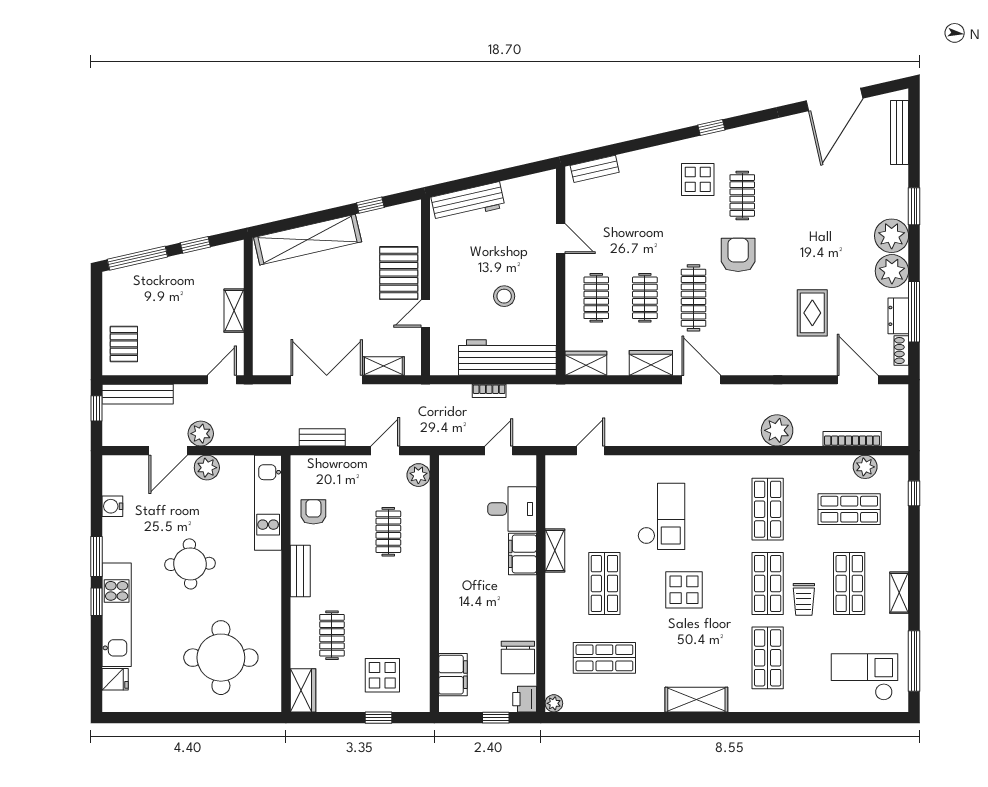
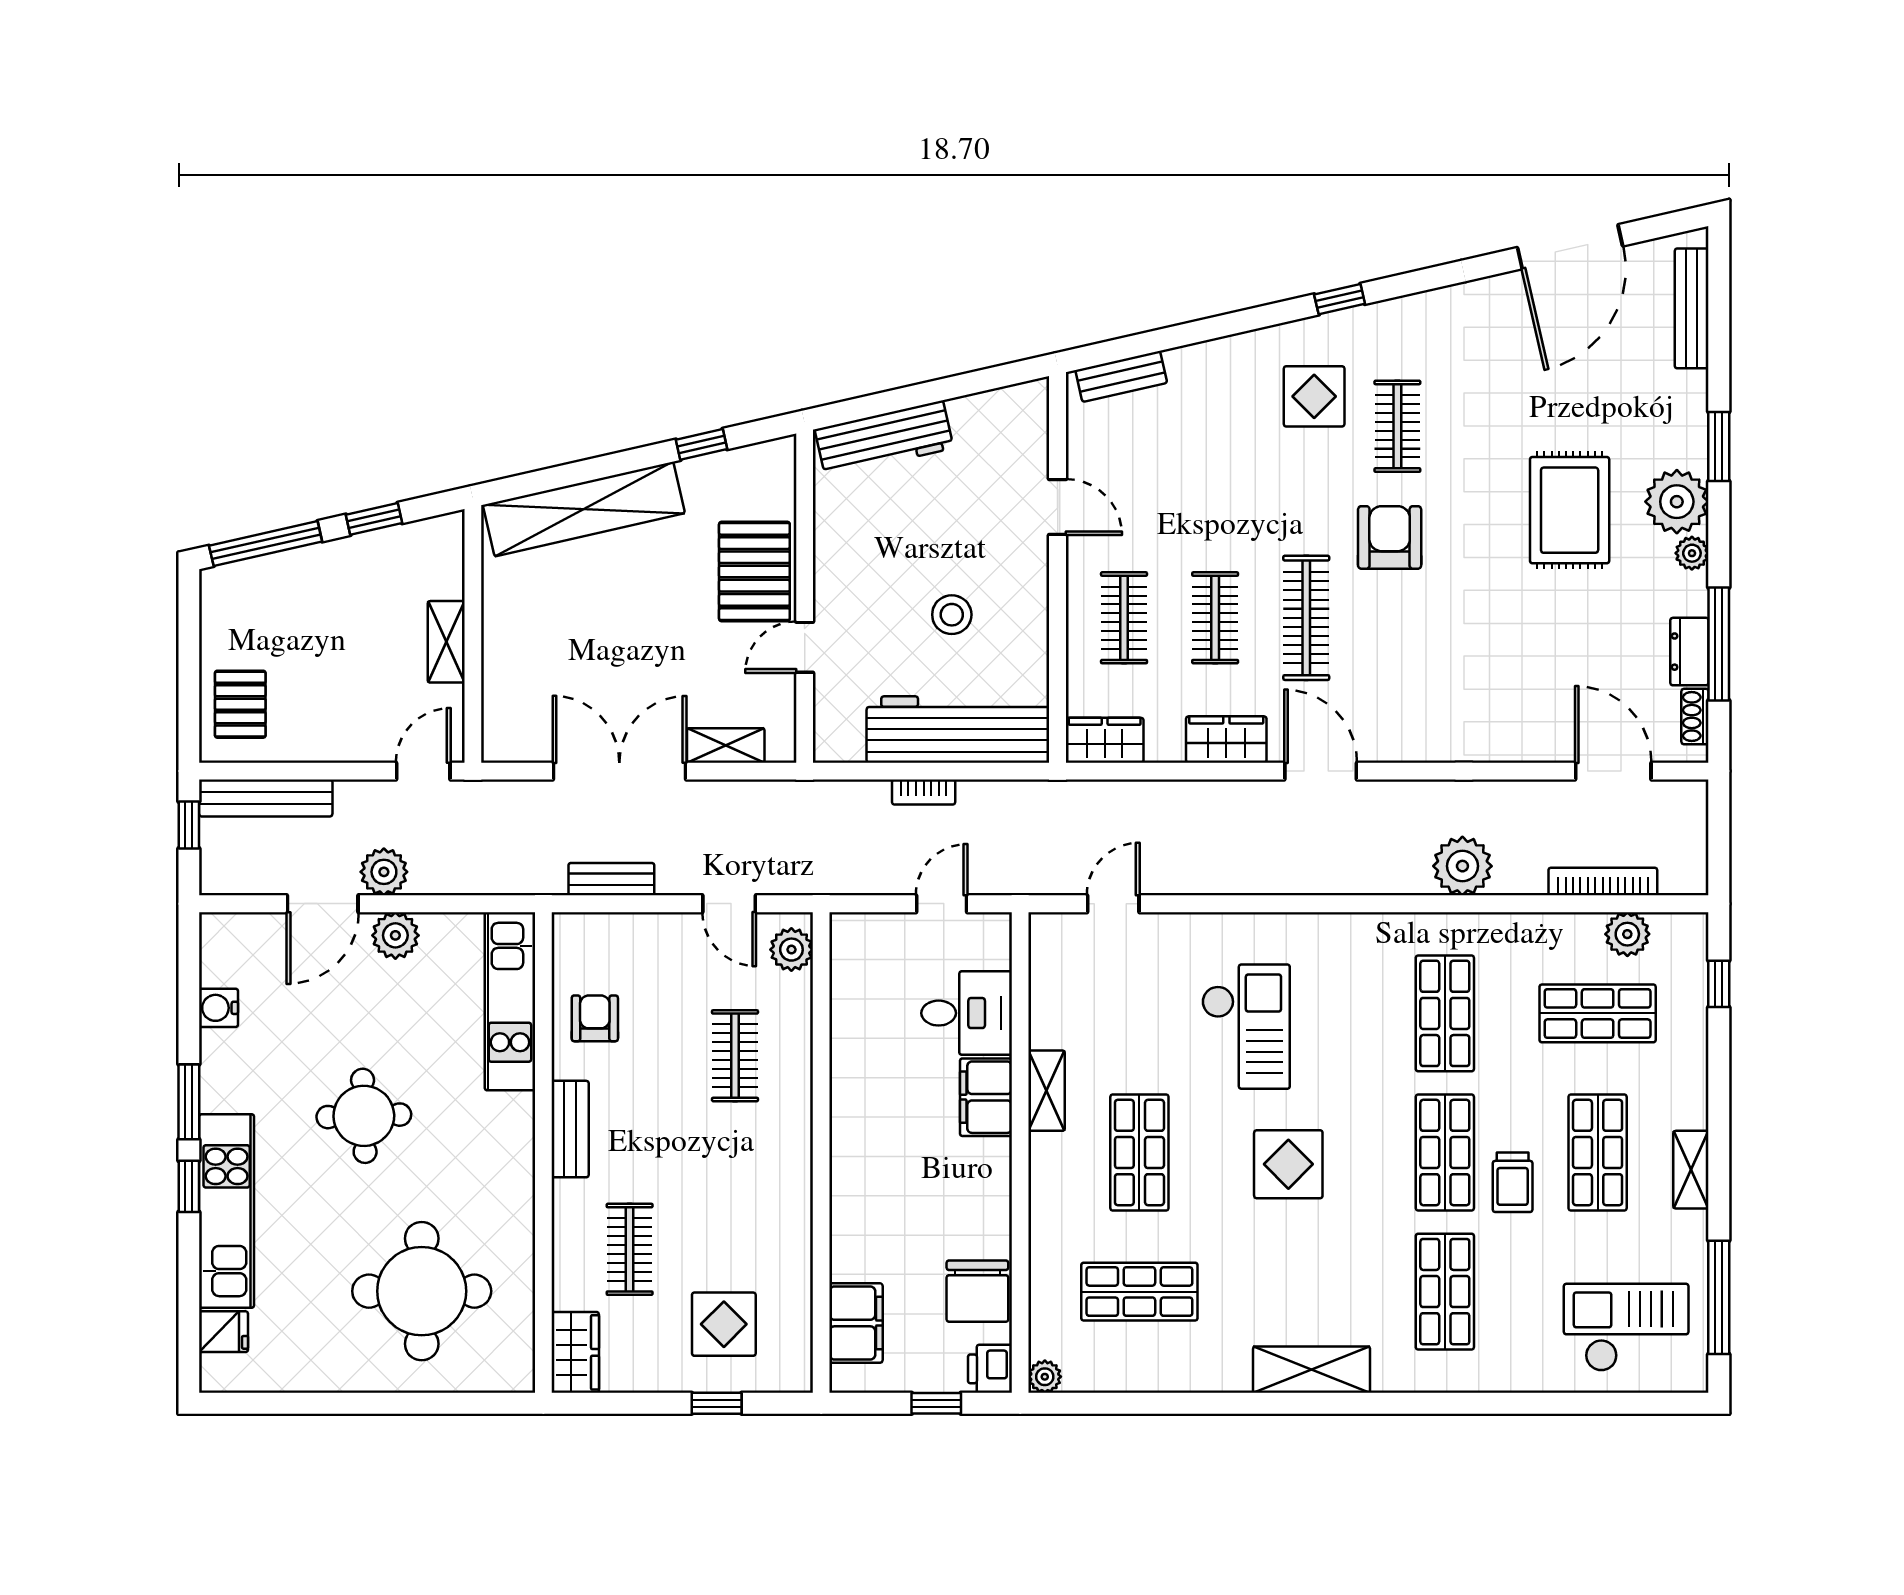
plant: (892, 271) -> (1692, 553), width x0.53, depth x0.53
rug: (812, 313) -> (1570, 510), moved, width x1.36, depth x1.43
door: (385, 451) -> (729, 904), swing flipped

